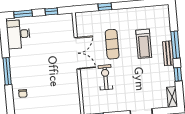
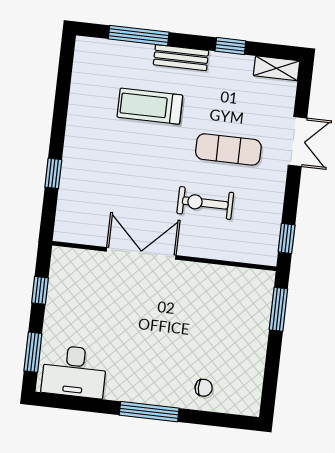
exercise mat: (112, 44) -> (228, 149), moved
treadmill: (144, 44) -> (150, 106), turned 180
window: (175, 45) -> (139, 36), moved

